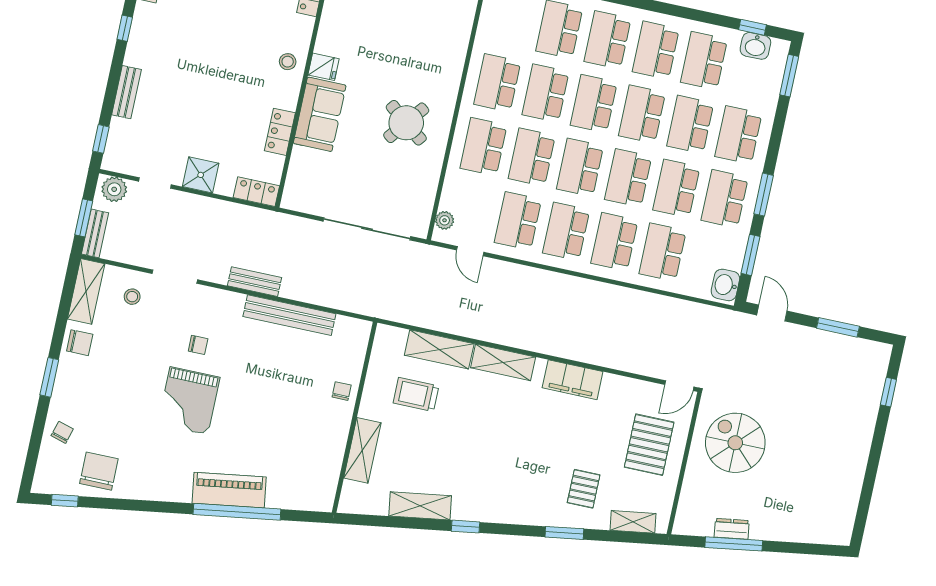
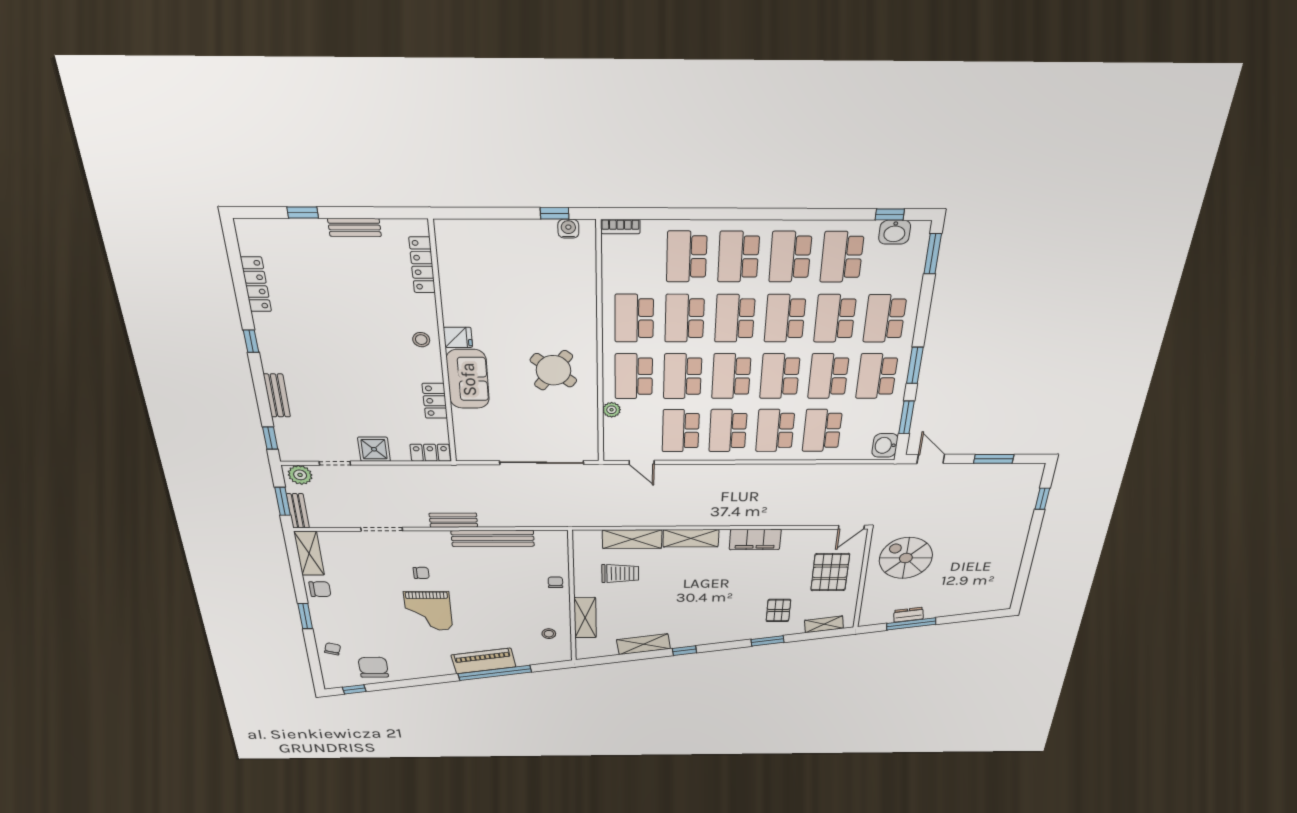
plant: (445, 220) -> (612, 410), moved
stool: (132, 297) -> (549, 634), moved
trolley: (416, 394) -> (620, 573), turned 180

